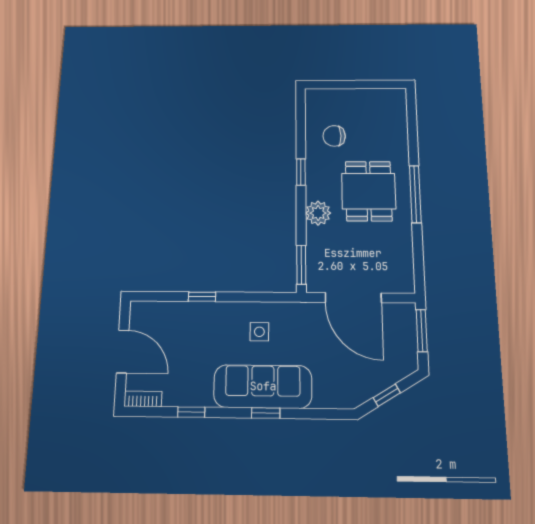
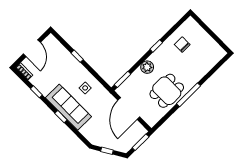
dining table: (369, 191) -> (167, 91), moved

